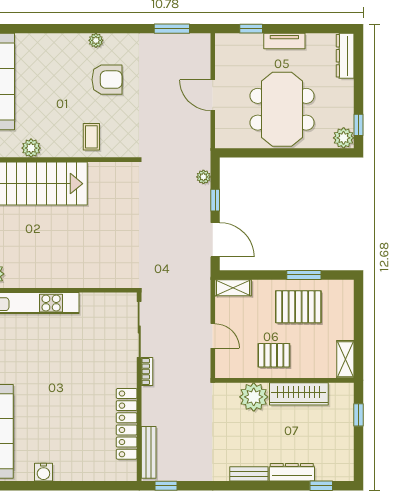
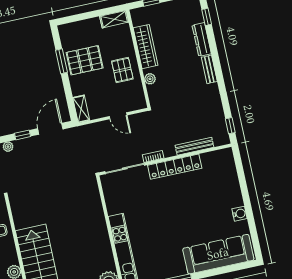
pallet: (298, 307) -> (85, 60), turned 90
door: (213, 336) -> (118, 116), swing flipped
plant: (254, 397) -> (150, 79), width x0.53, depth x0.53
locker: (127, 424) -> (175, 167), moved
bench: (149, 452) -> (194, 146), moved

